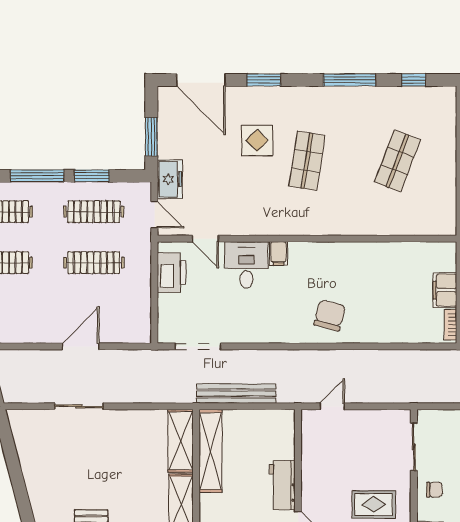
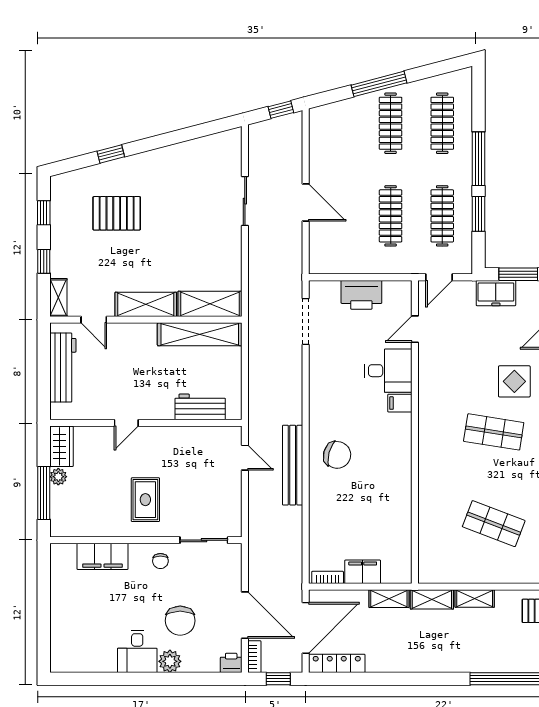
freezer: (170, 179) -> (496, 293), moved
printer: (172, 272) -> (361, 295), moved
bench: (236, 394) -> (293, 465), moved
workbench: (282, 485) -> (200, 407), moved

